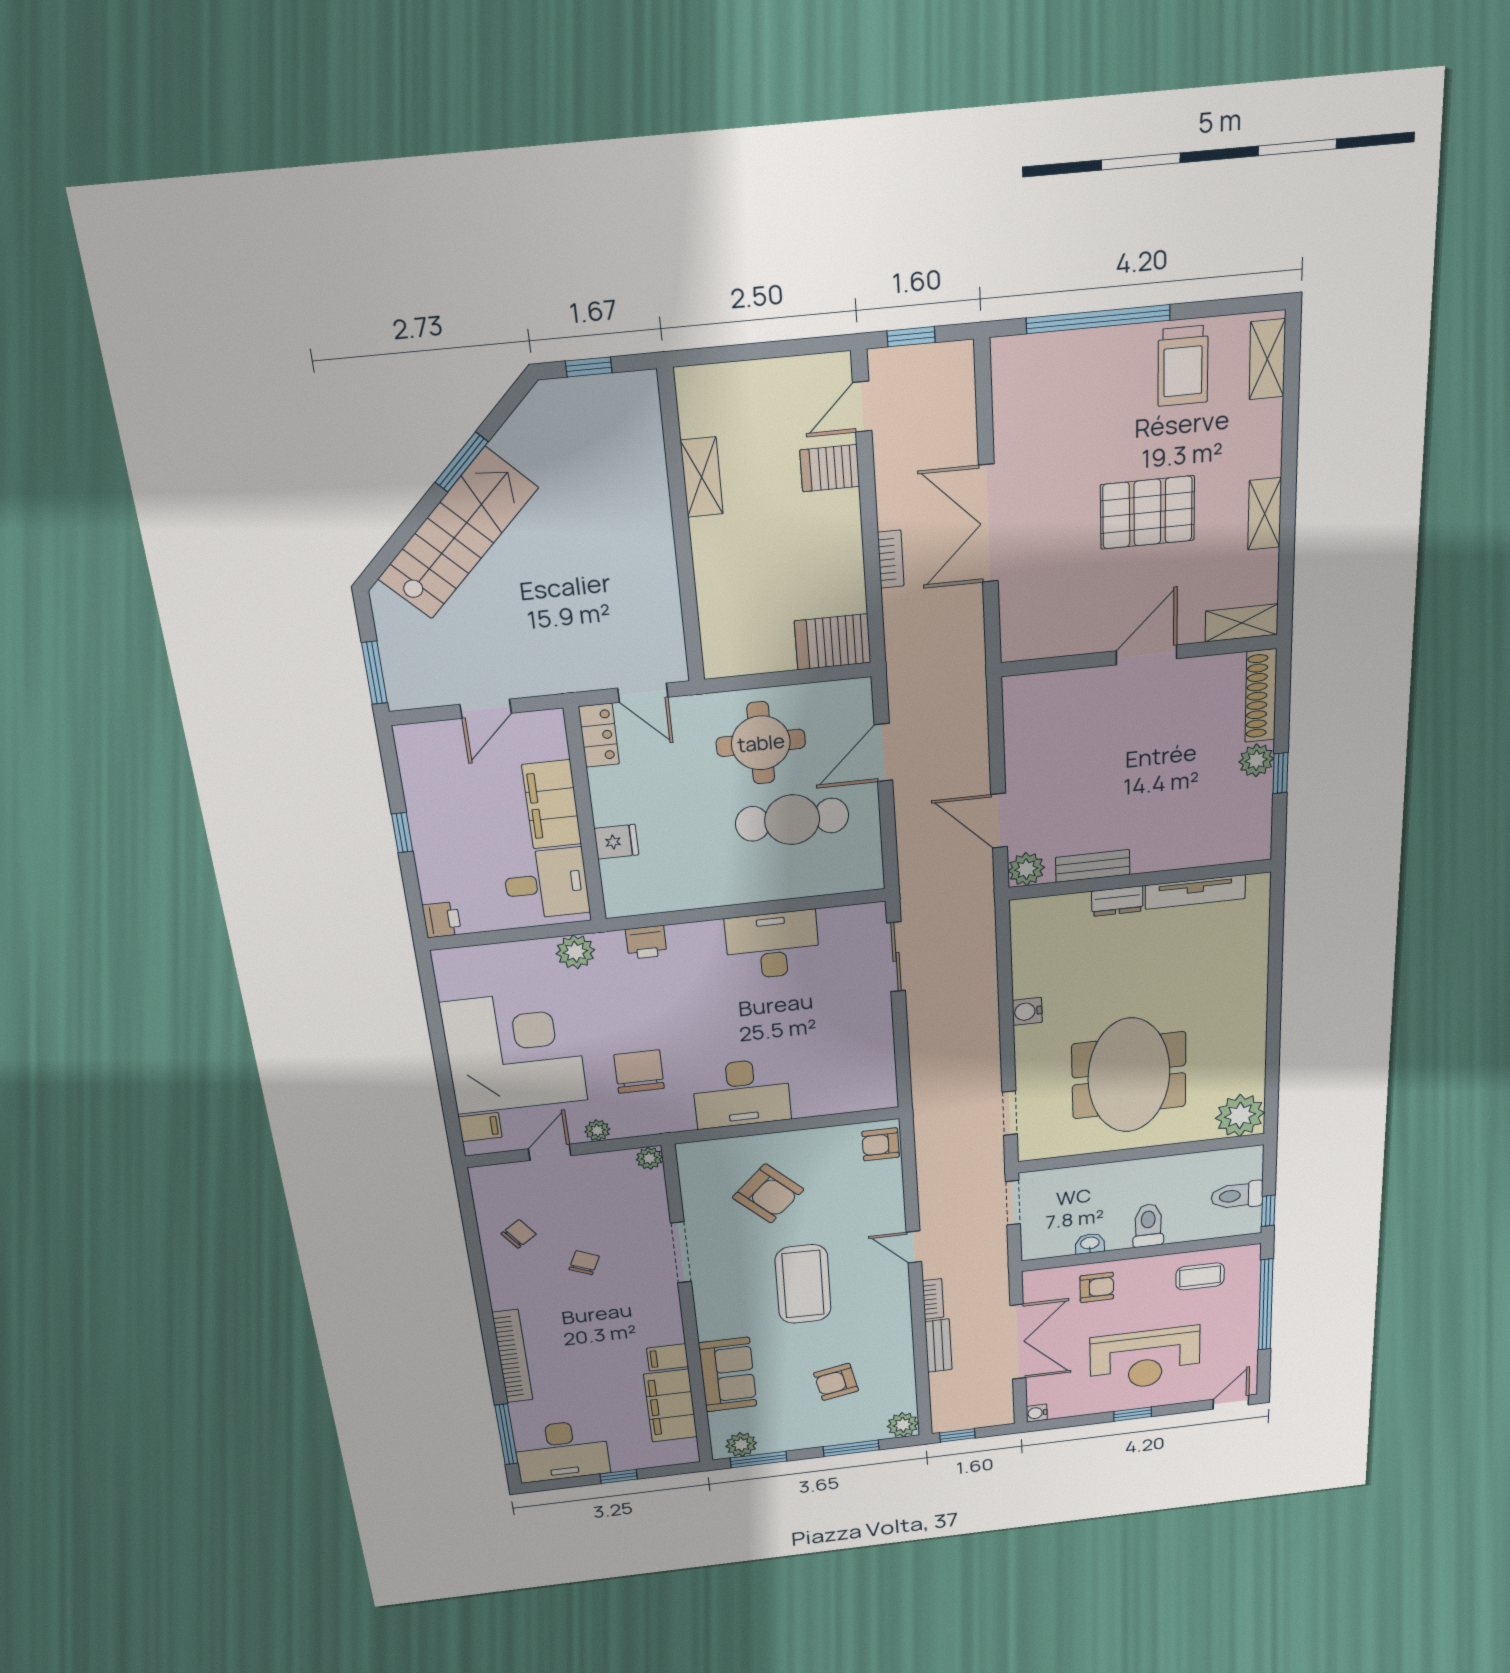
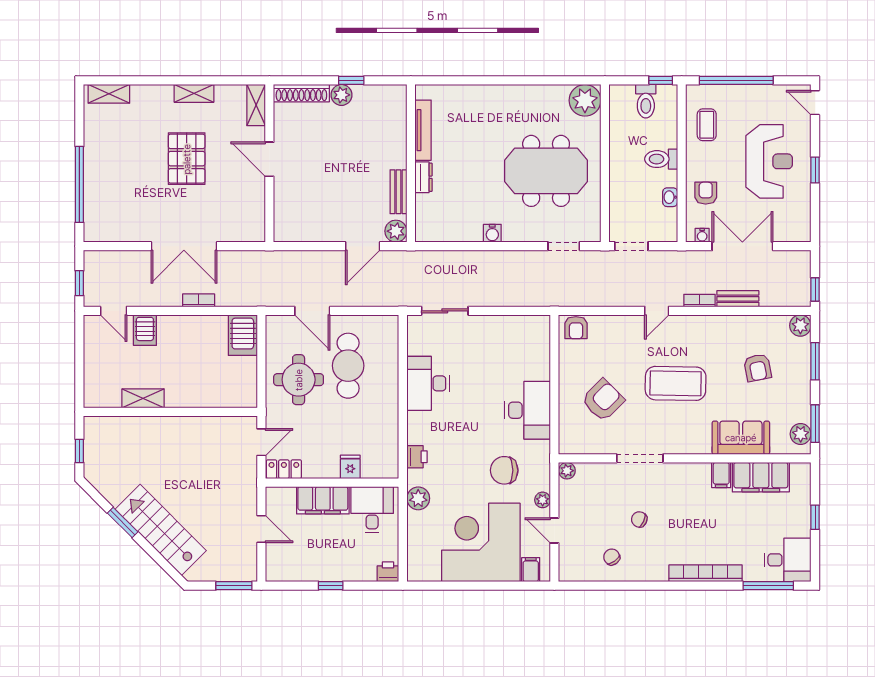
trolley: (1183, 366) -> (108, 139), removed
water cooler: (1037, 1413) -> (702, 235), moved
desk: (562, 1451) -> (788, 560), width x0.73

